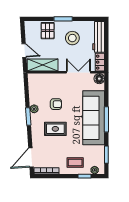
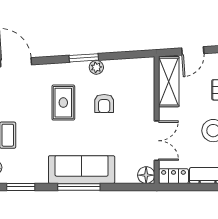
sofa: (94, 118) -> (82, 170), width x0.74, depth x0.79

